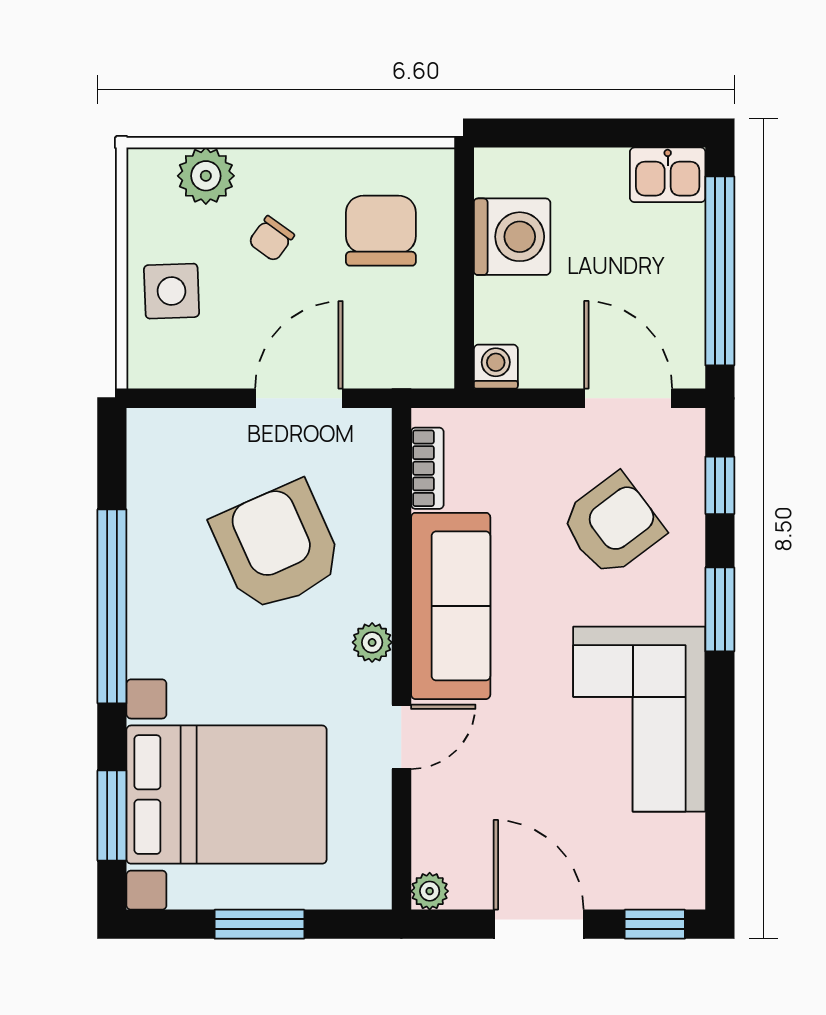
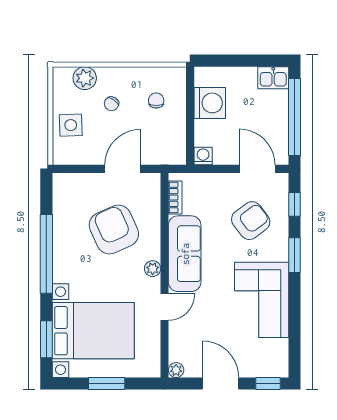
chair: (381, 231) -> (156, 101), width x0.54, depth x0.54

